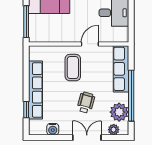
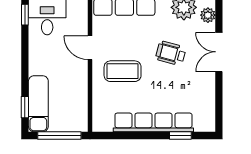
water cooler: (53, 129) -> (207, 99), removed

